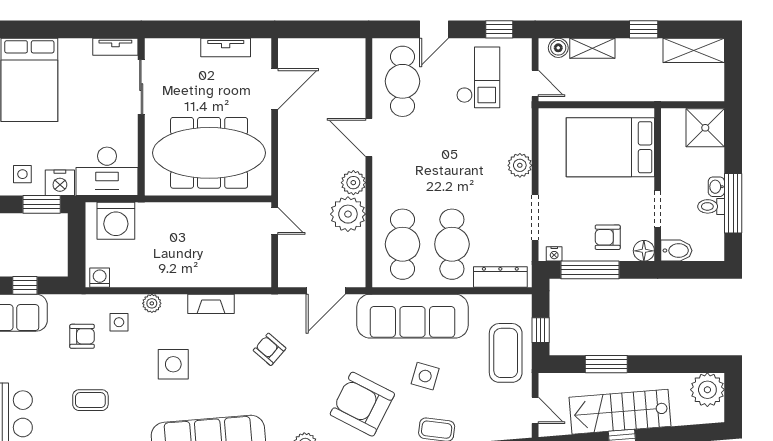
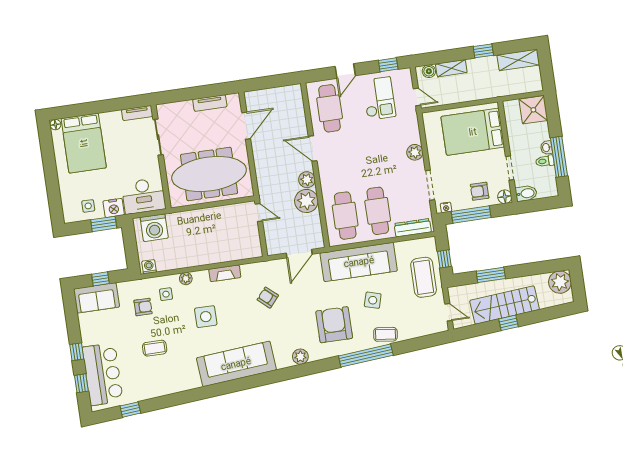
armchair: (362, 404) -> (334, 325), turned 63

